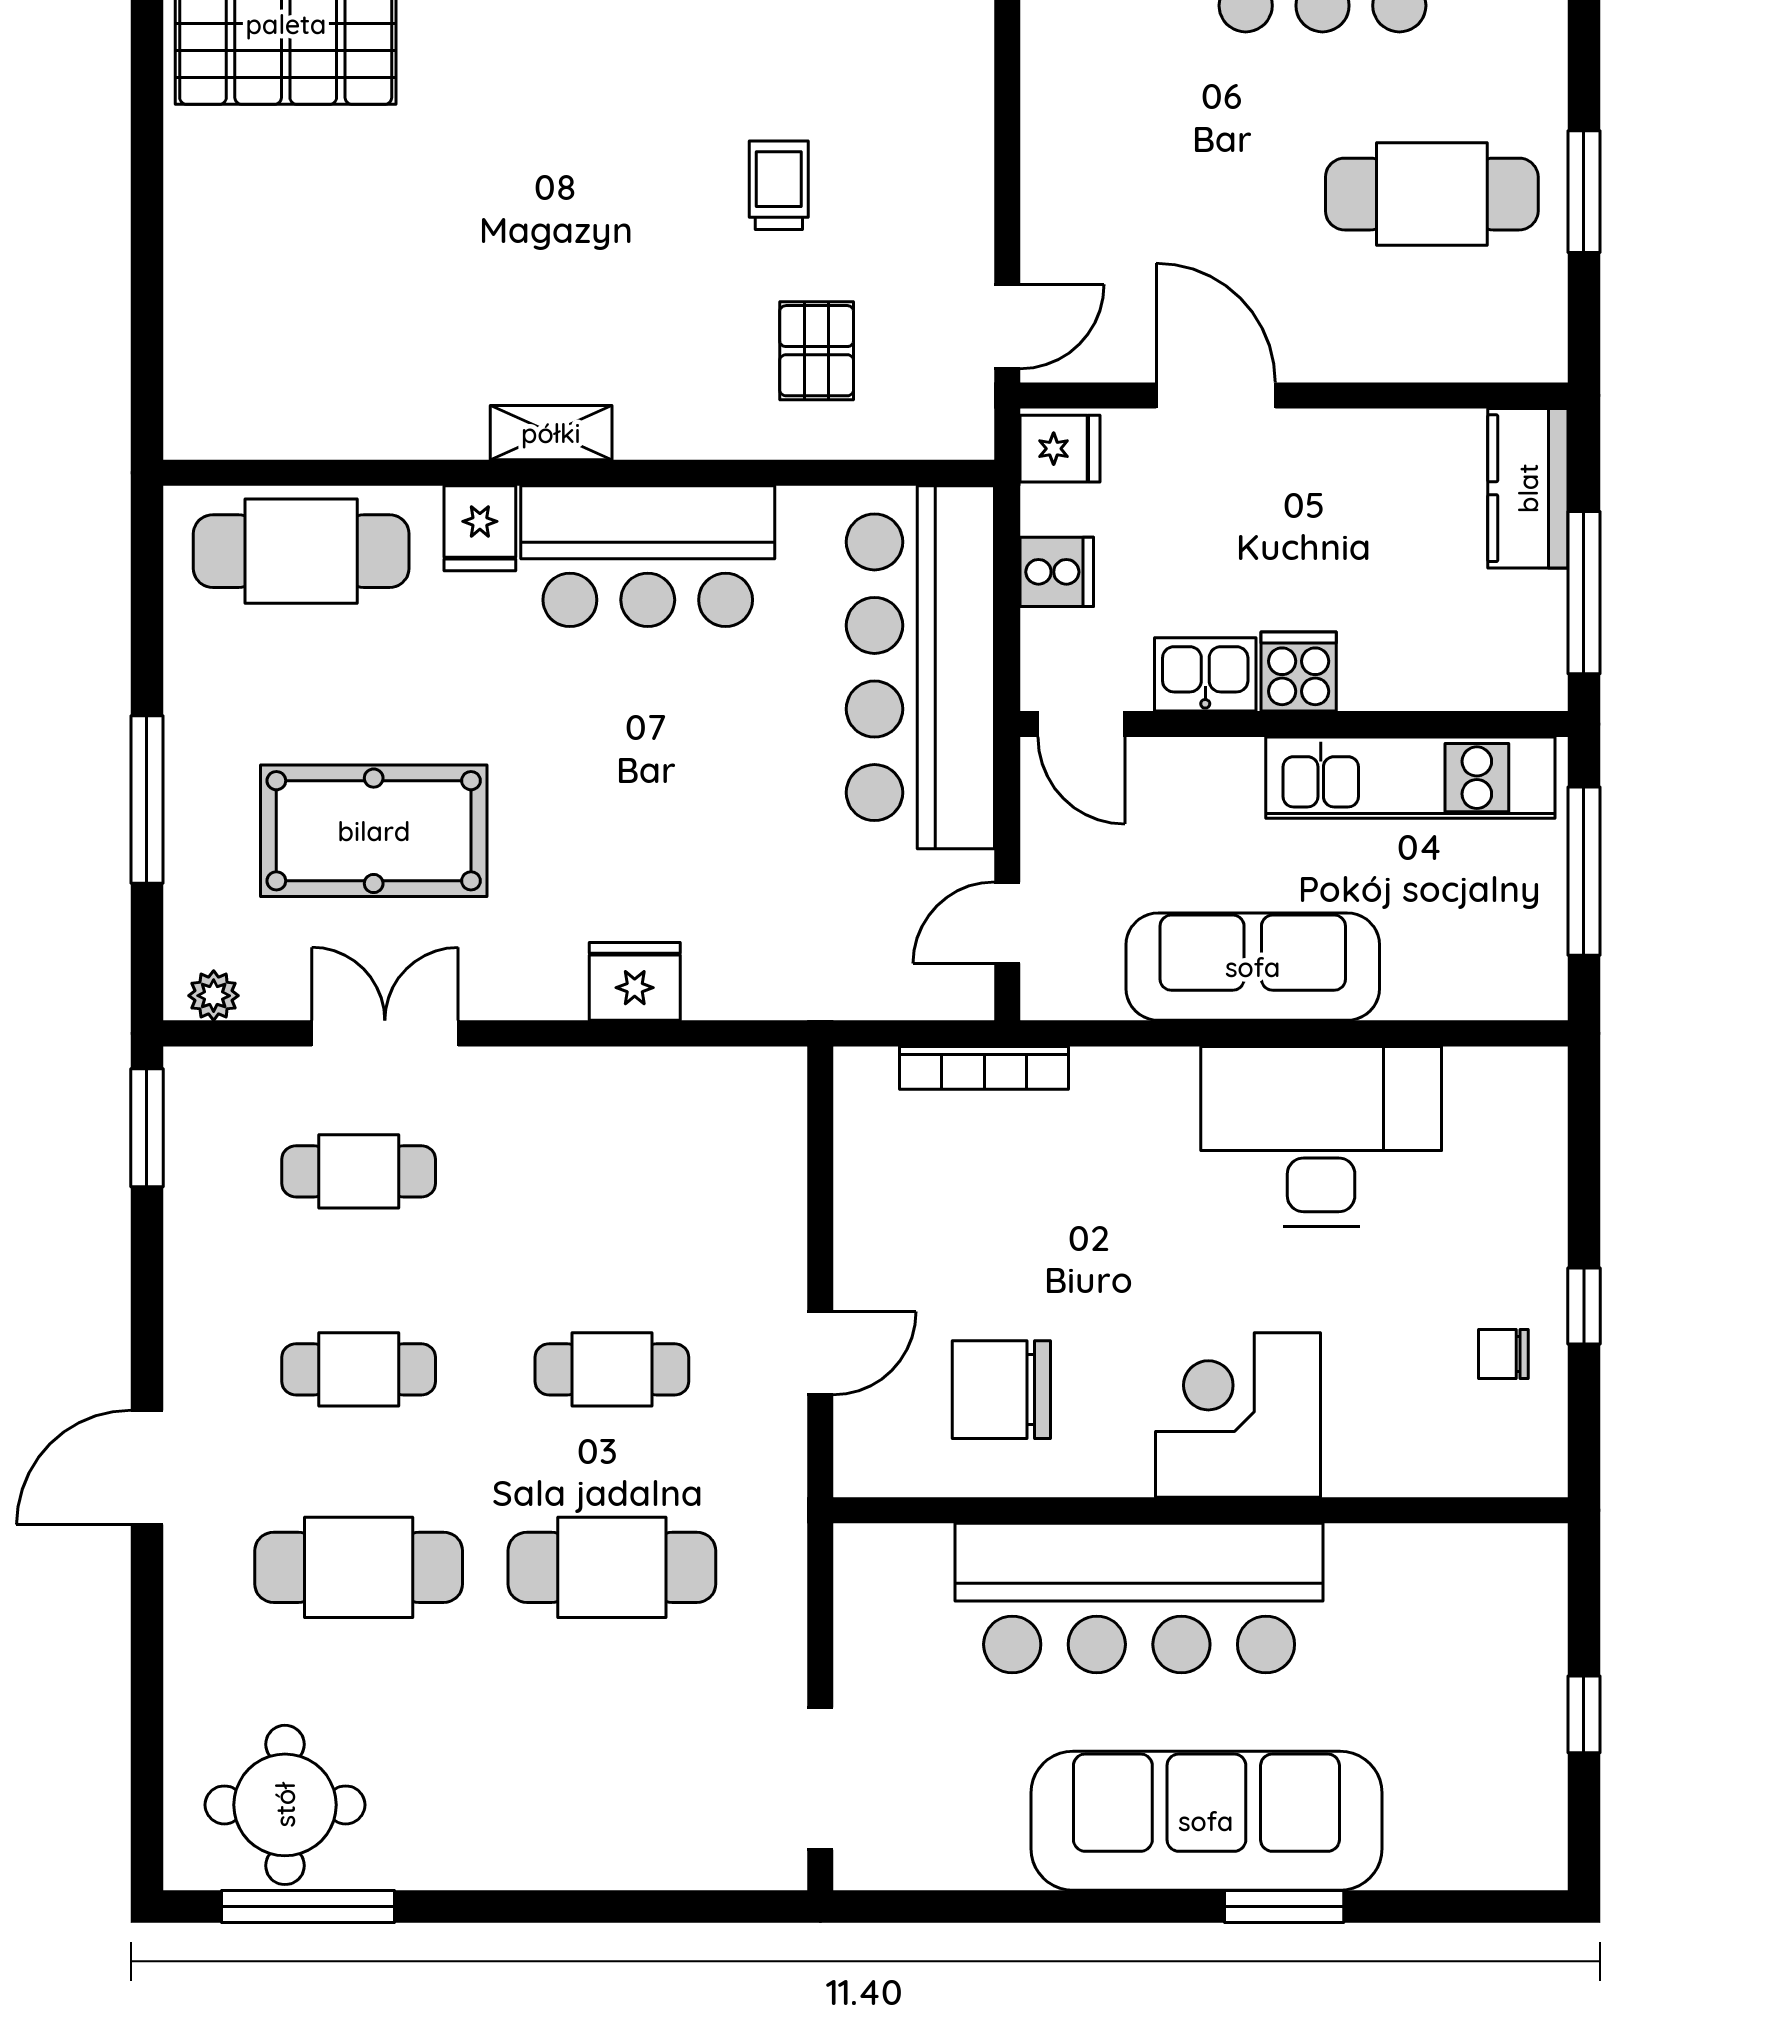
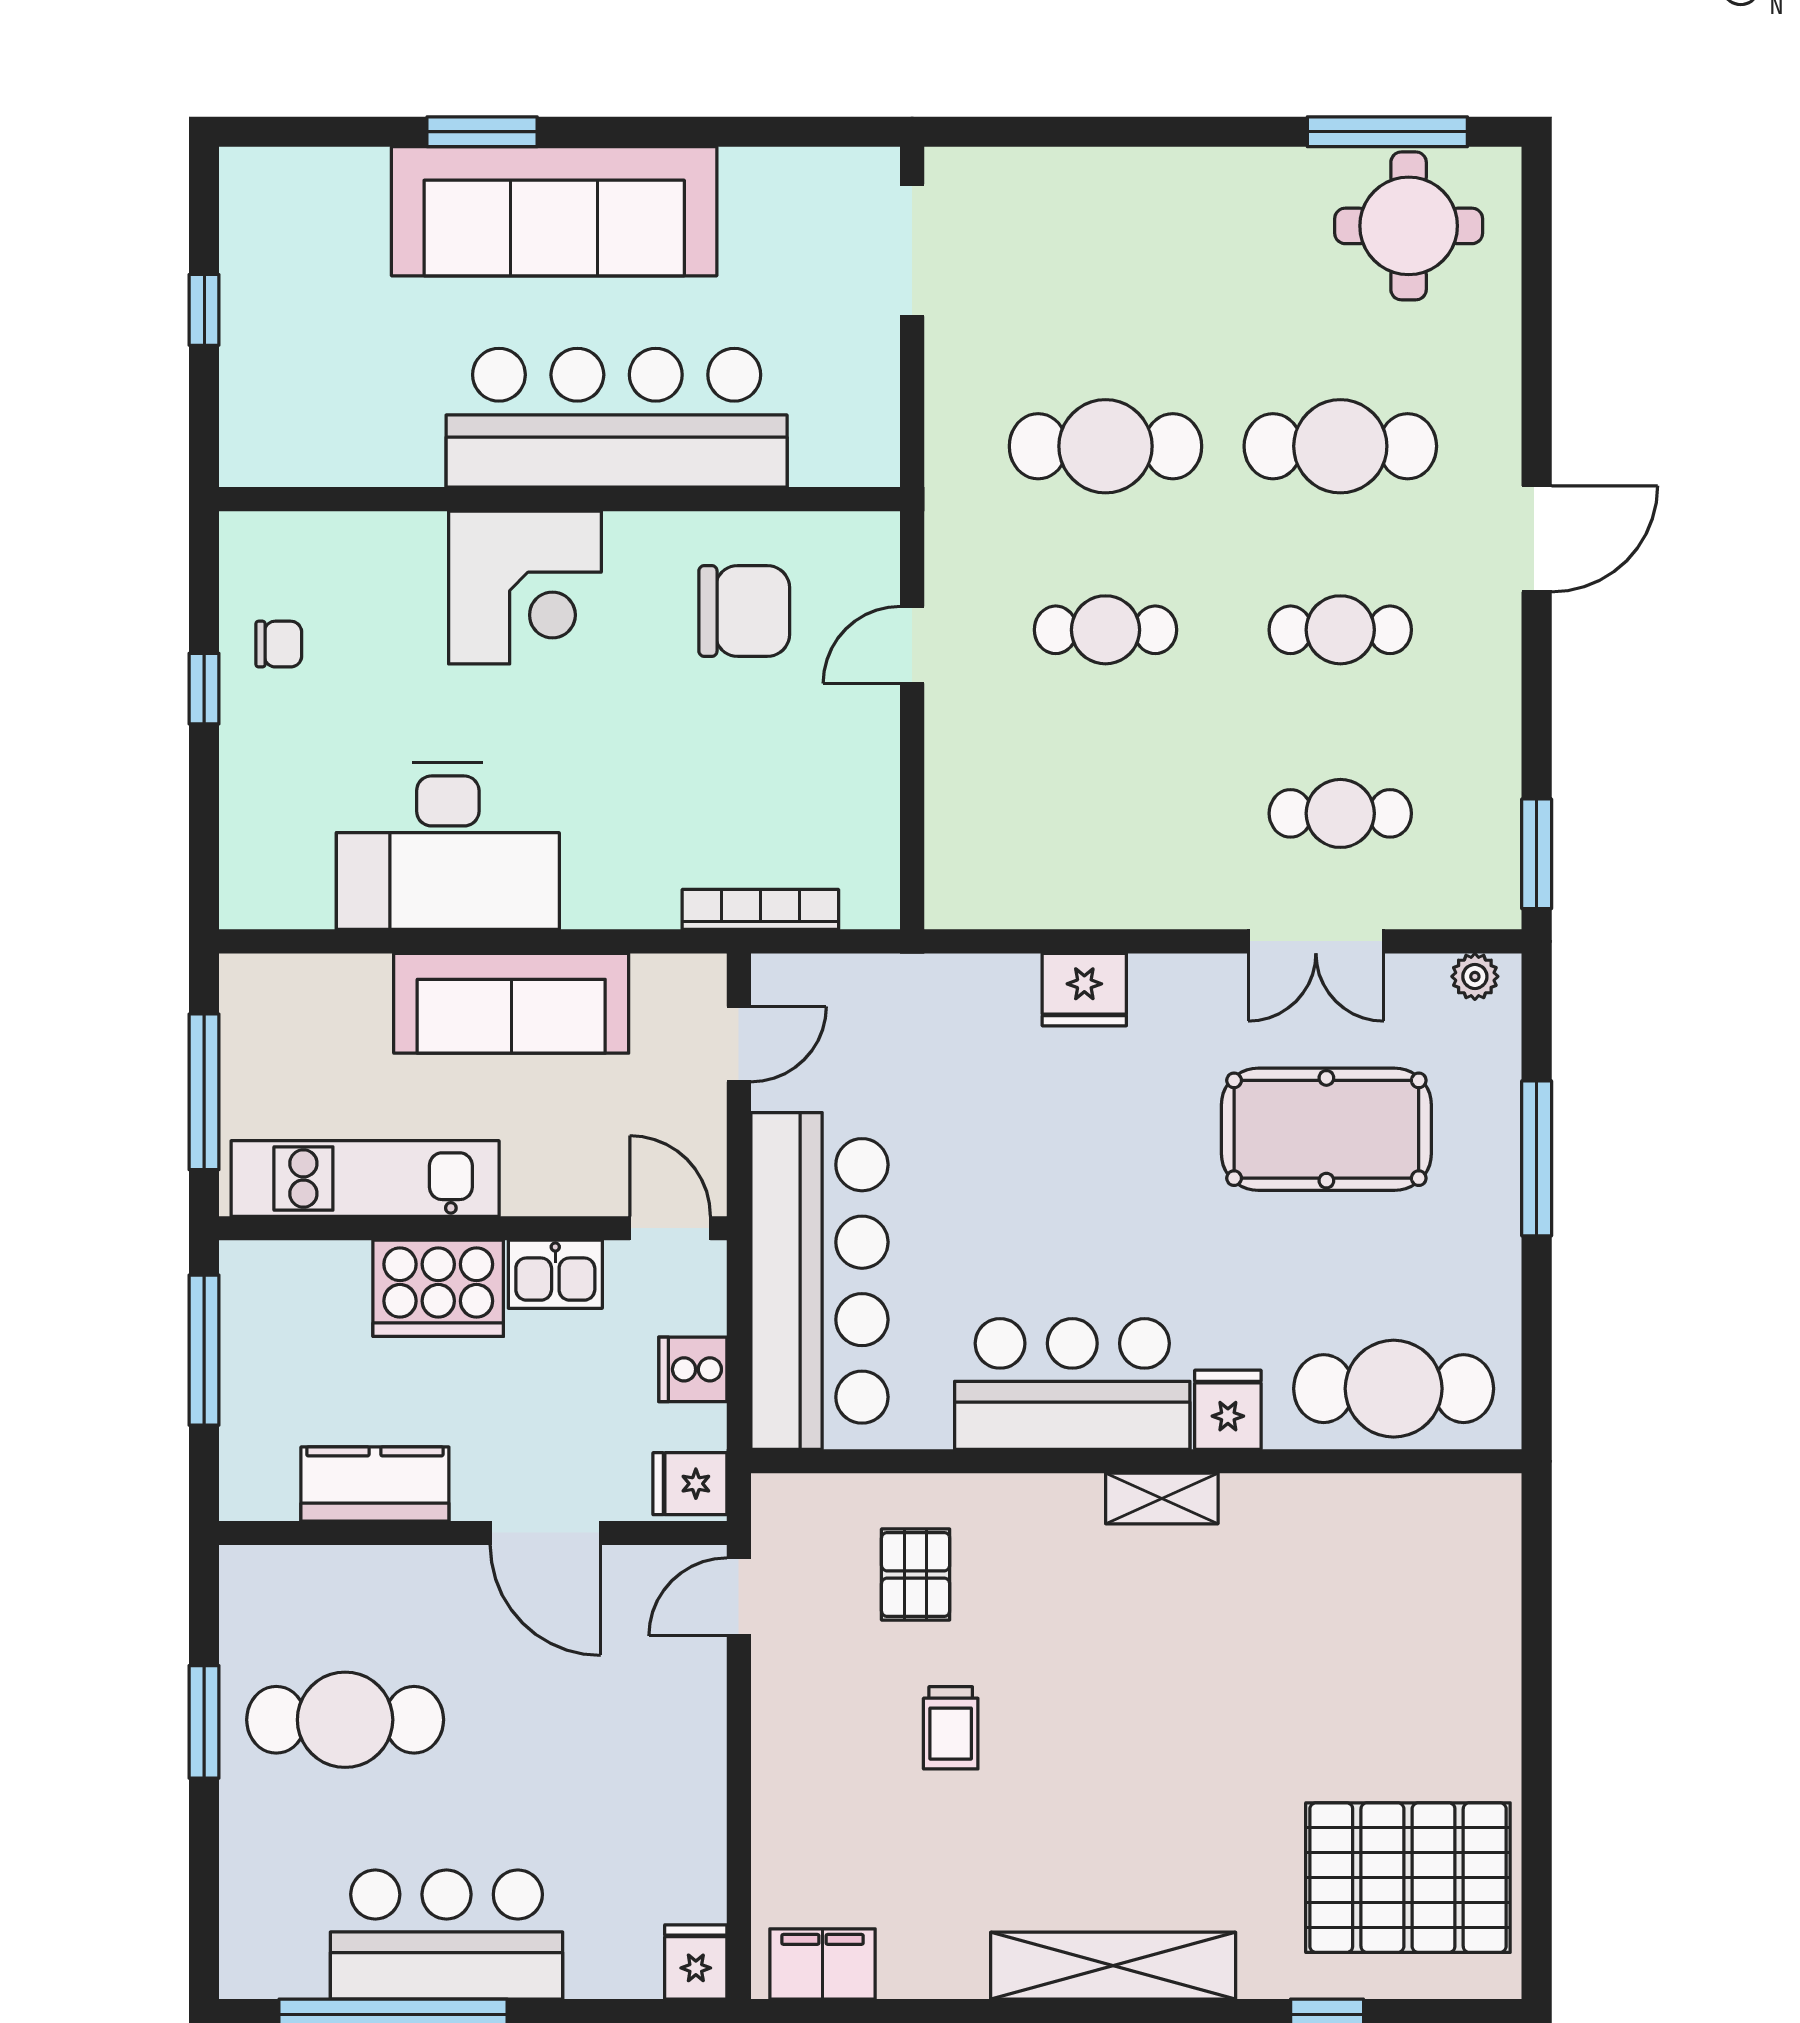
kitchen counter: (1528, 488) -> (375, 1484), moved, turned -90
cooker: (1299, 672) -> (438, 1288), width x1.87, depth x1.31

